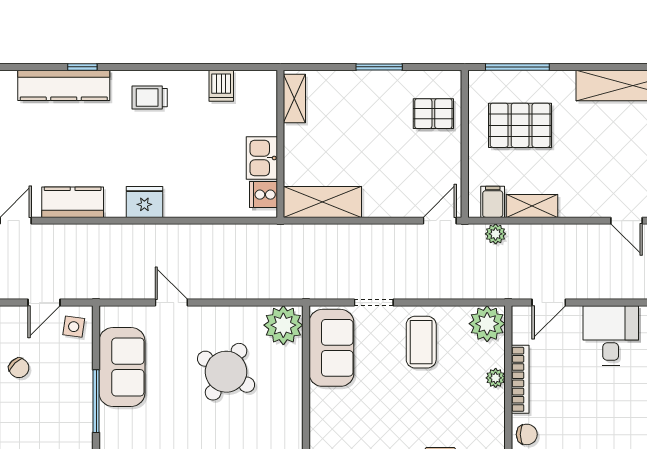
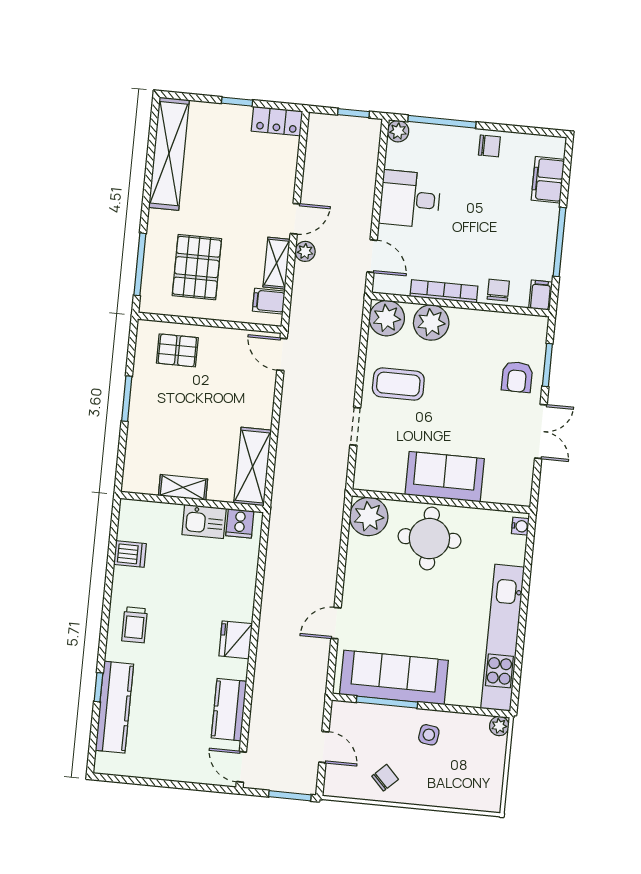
shelving: (294, 99) -> (183, 487), moved
pallet: (433, 114) -> (177, 350), turned 90
door: (626, 221) -> (295, 219), moved
plant: (496, 234) -> (305, 251), moved
side table: (74, 327) -> (429, 735), moved
sofa: (331, 348) -> (445, 477), moved
sofa: (122, 367) -> (394, 677), width x1.36
round table: (226, 372) -> (429, 539), moved, turned -32
plant: (496, 378) -> (431, 323), width x1.88, depth x1.88
window: (96, 401) -> (387, 702), moved

